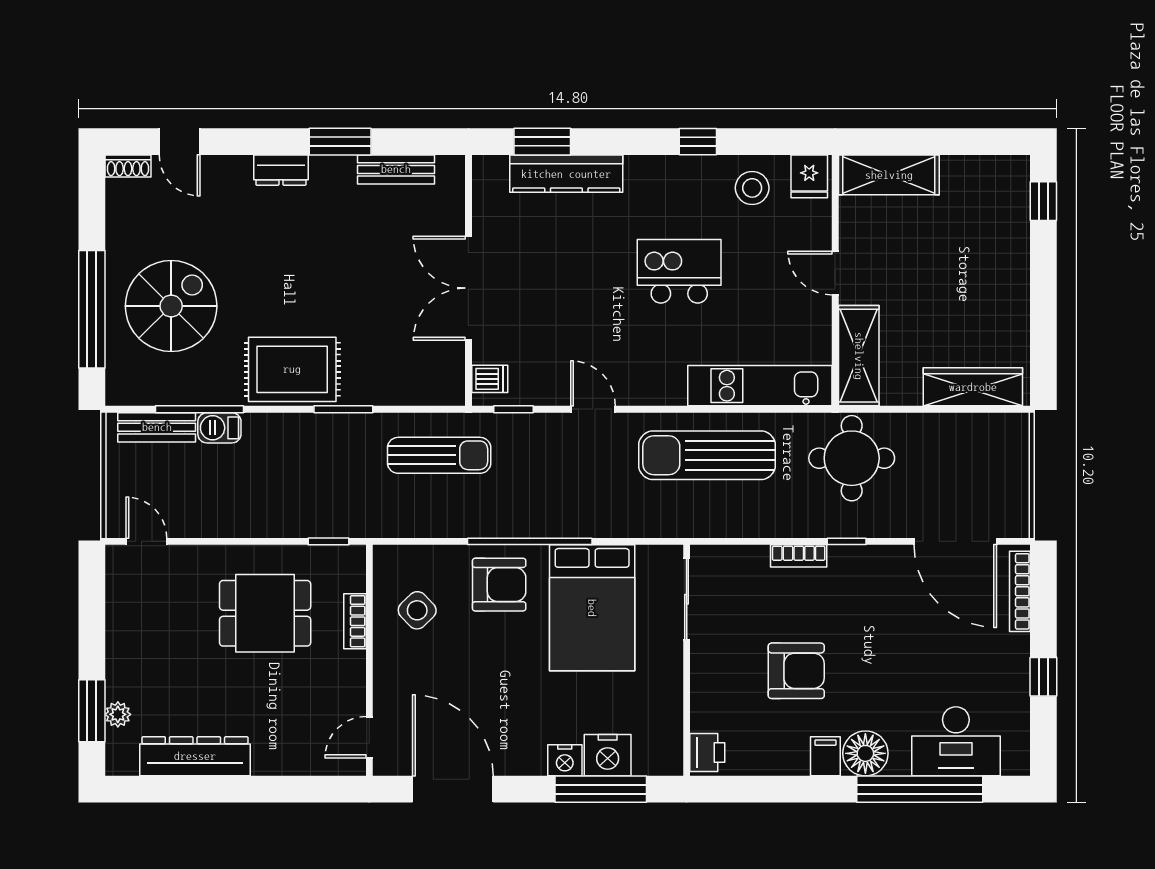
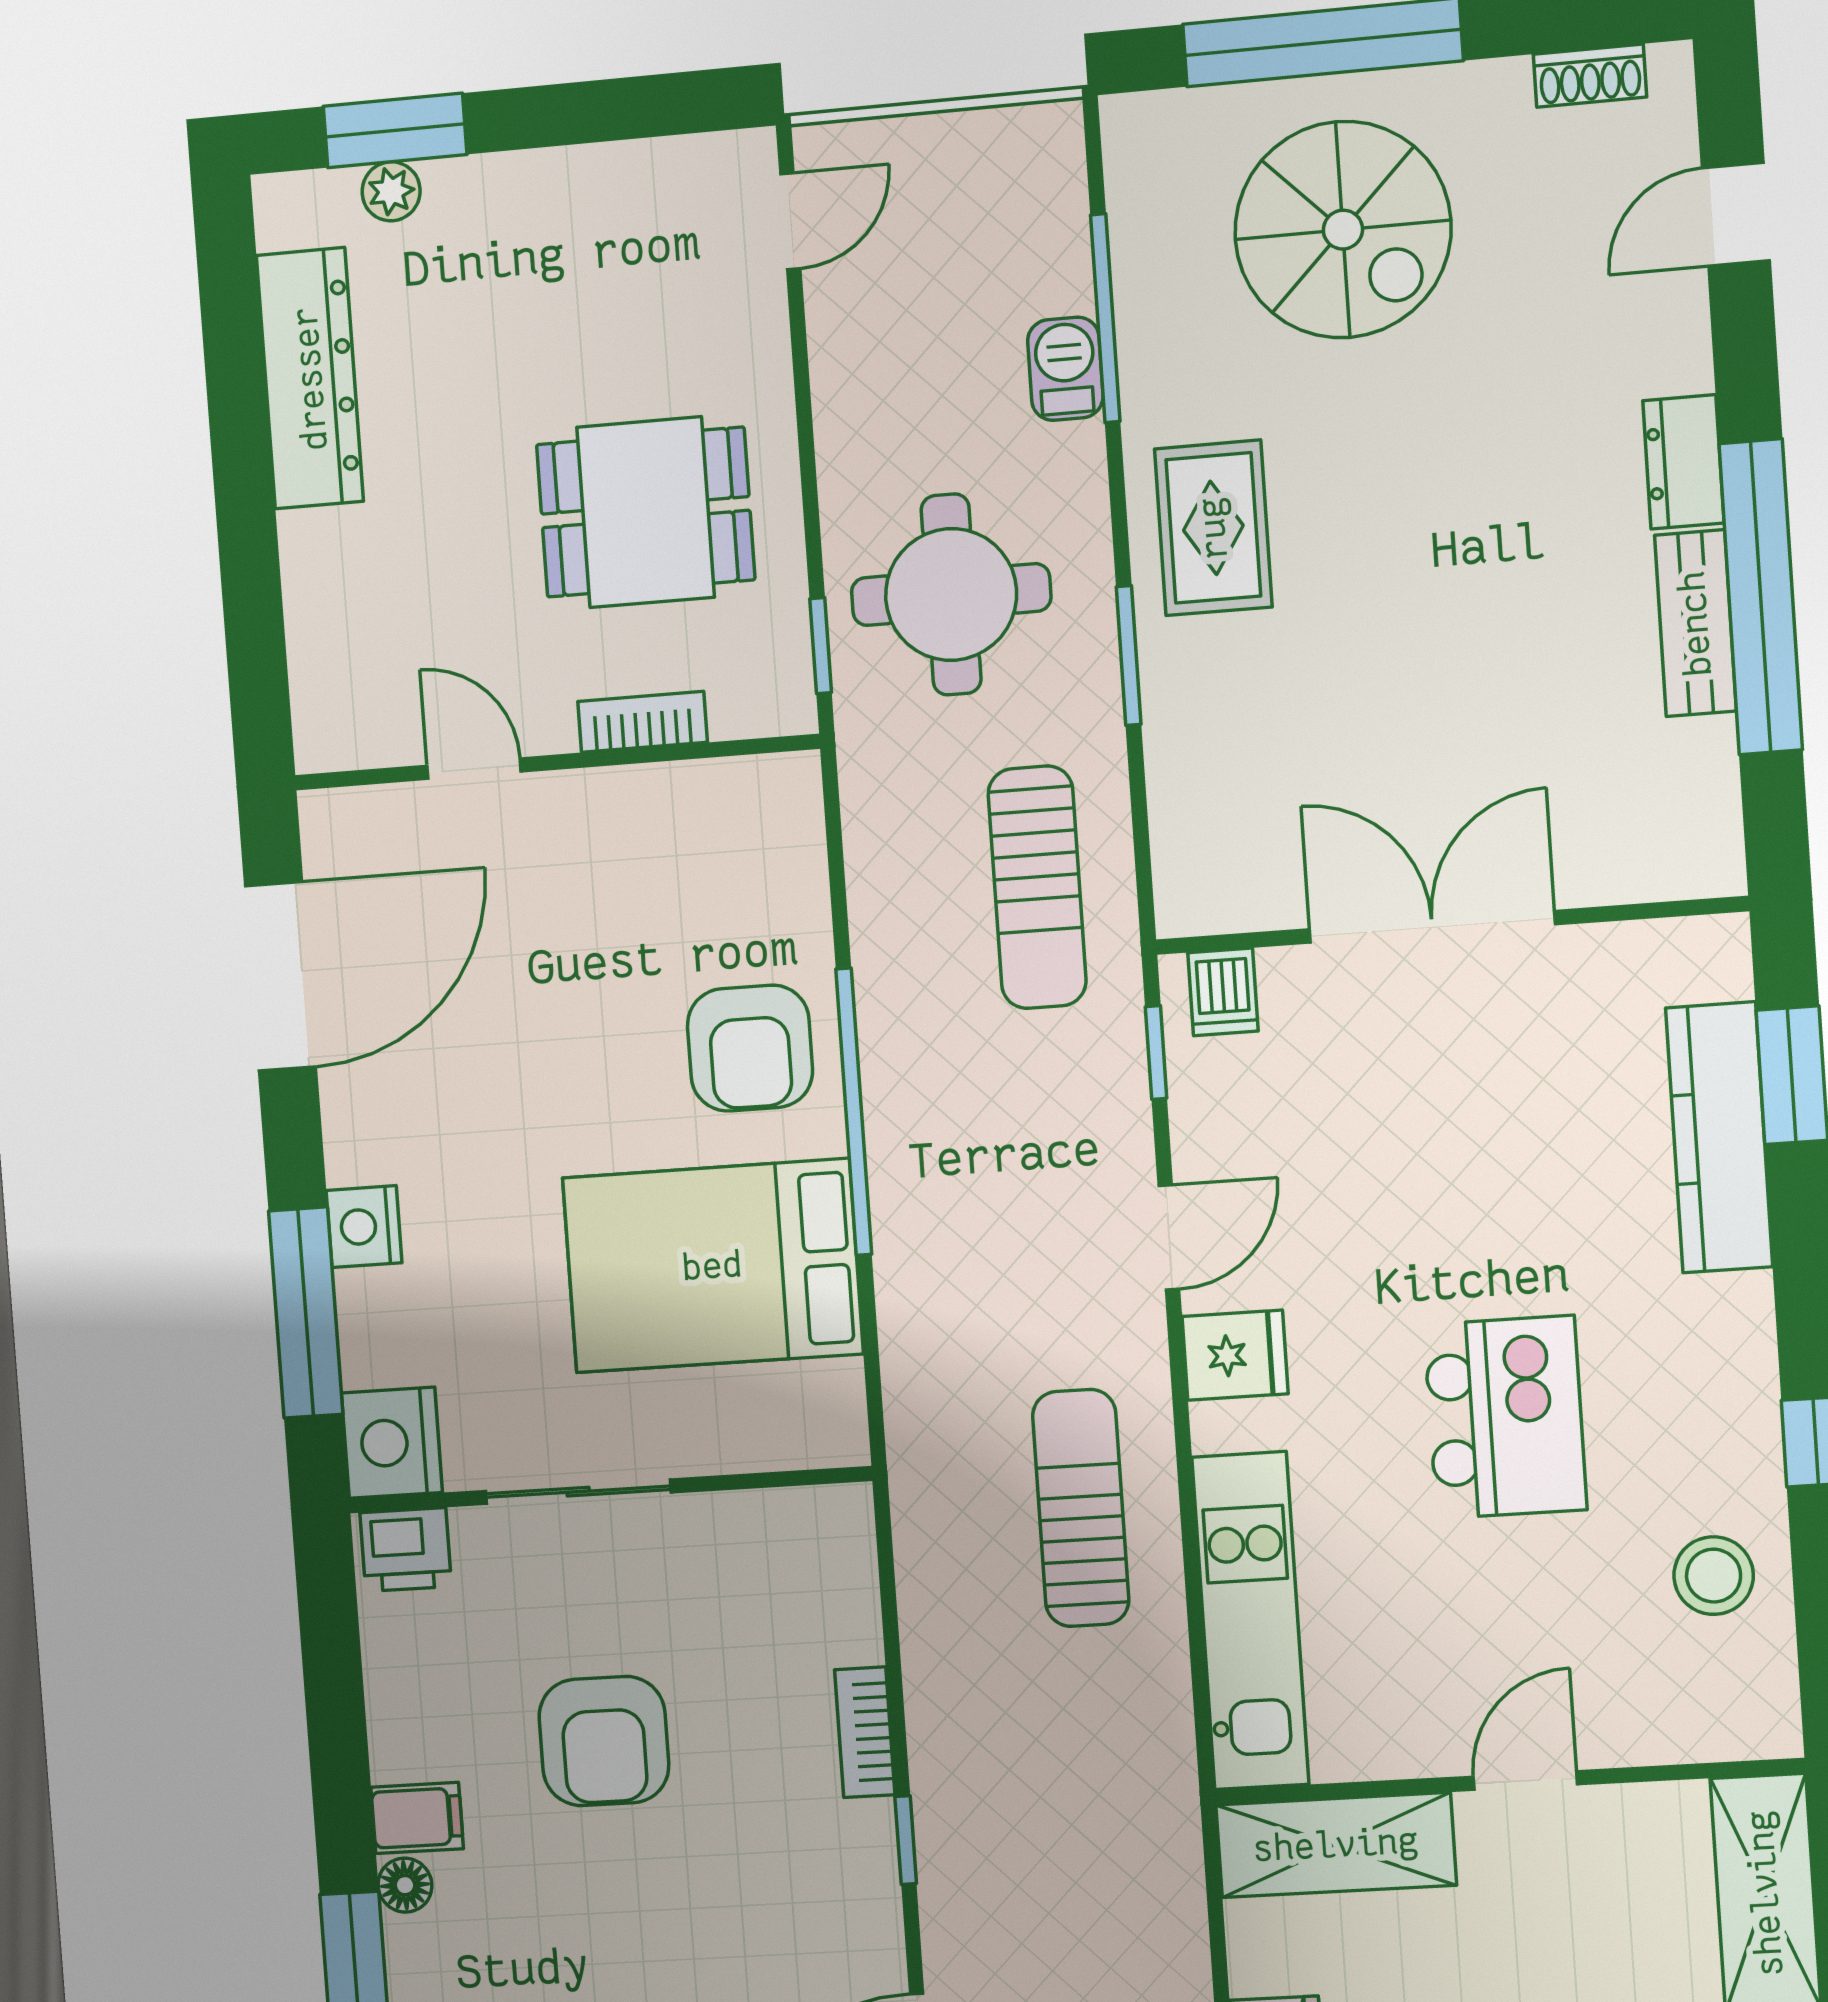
window: (340, 142) -> (1761, 597), width x2.11
shoe rack: (128, 166) -> (1590, 76), moved, turned -90
bench: (396, 169) -> (1695, 623), moved
fridge: (809, 176) -> (1235, 1355), moved, turned 180
rug: (292, 369) -> (1213, 528), width x0.73, depth x0.70
bench: (157, 427) -> (1056, 221), removed
sun lounger: (707, 455) -> (1081, 1508), width x0.73, depth x0.75
round table: (852, 458) -> (951, 594), moved
sliding door: (687, 599) -> (578, 1492), moved
side table: (417, 610) -> (678, 863), removed
dining table: (265, 613) -> (646, 512), turned 90
door: (369, 737) -> (474, 769), moved
floor lamp: (865, 753) -> (405, 1885), width x0.53, depth x0.53
nightstand: (608, 755) -> (392, 1443), moved

